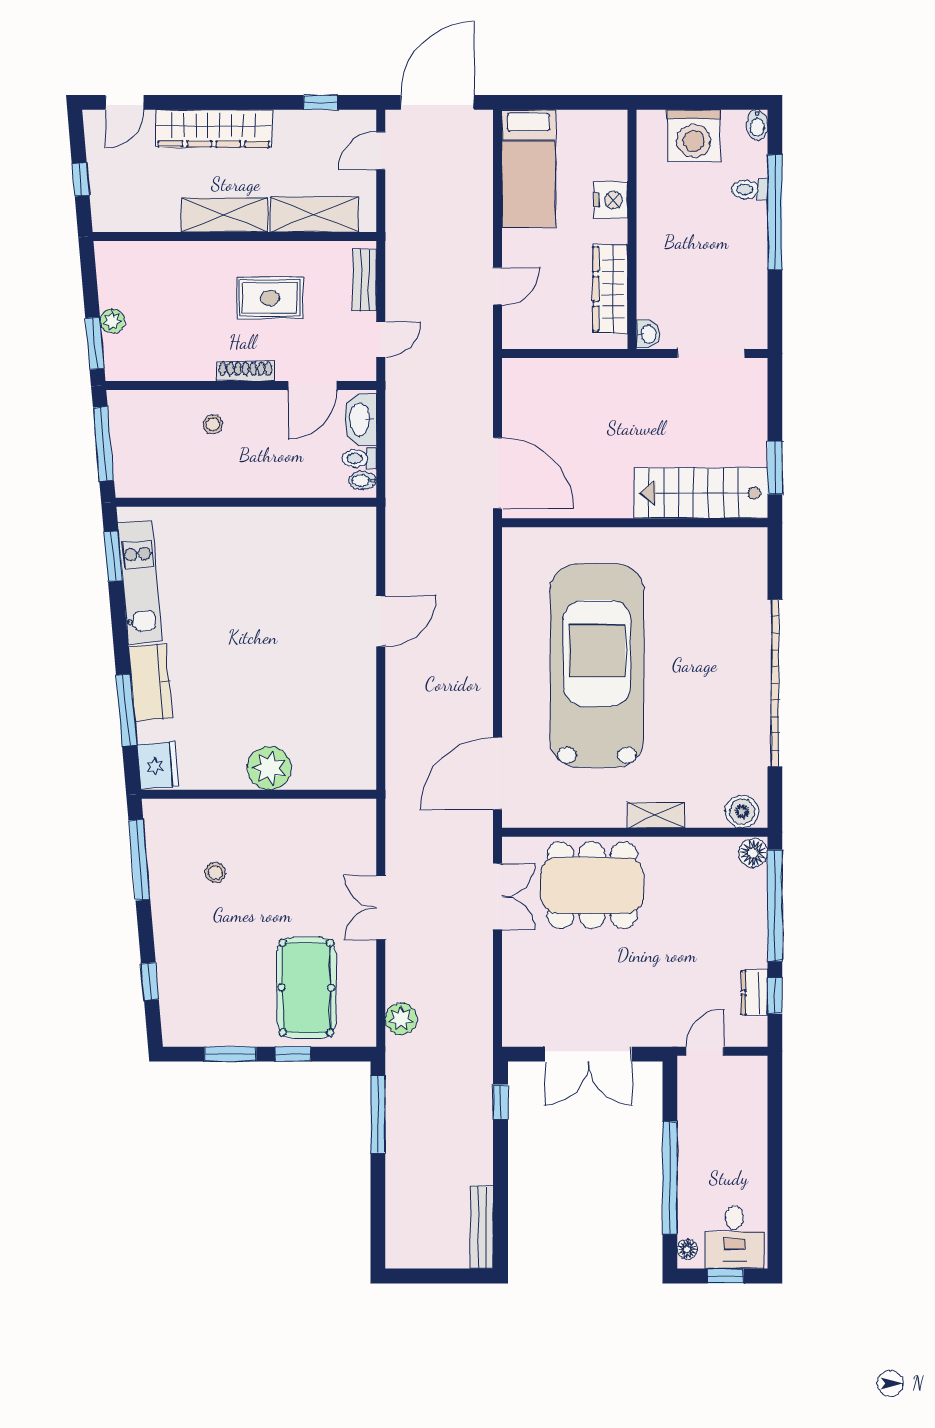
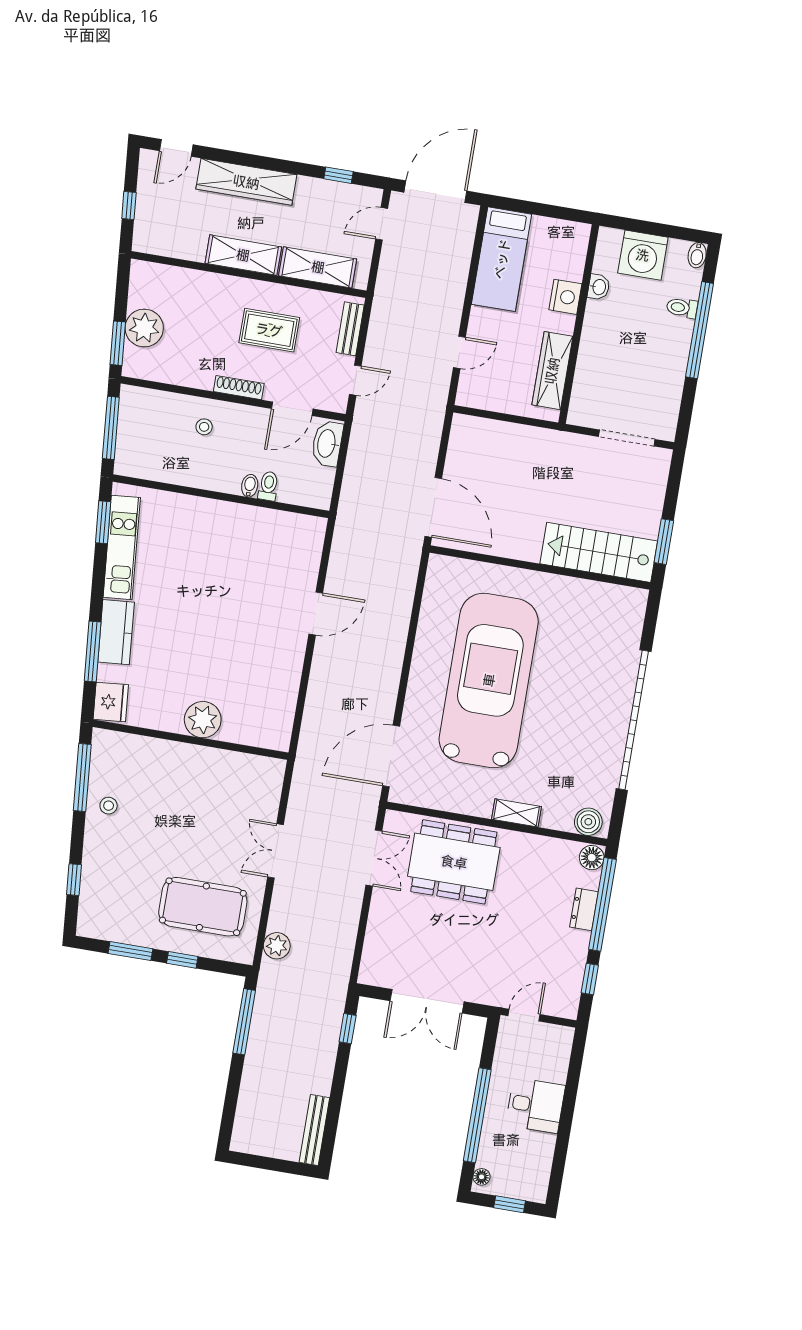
plant: (112, 321) -> (144, 328), width x1.88, depth x1.88
washbasin: (648, 334) -> (599, 287), moved
toilet: (359, 458) -> (268, 486), moved, turned 90
bidet: (363, 480) -> (250, 486), moved, turned 90
stool: (215, 873) -> (109, 806), moved
pool table: (306, 988) -> (203, 907), turned 90
dresser: (754, 993) -> (584, 909), moved
desk: (735, 1237) -> (535, 1105), moved, turned -90

